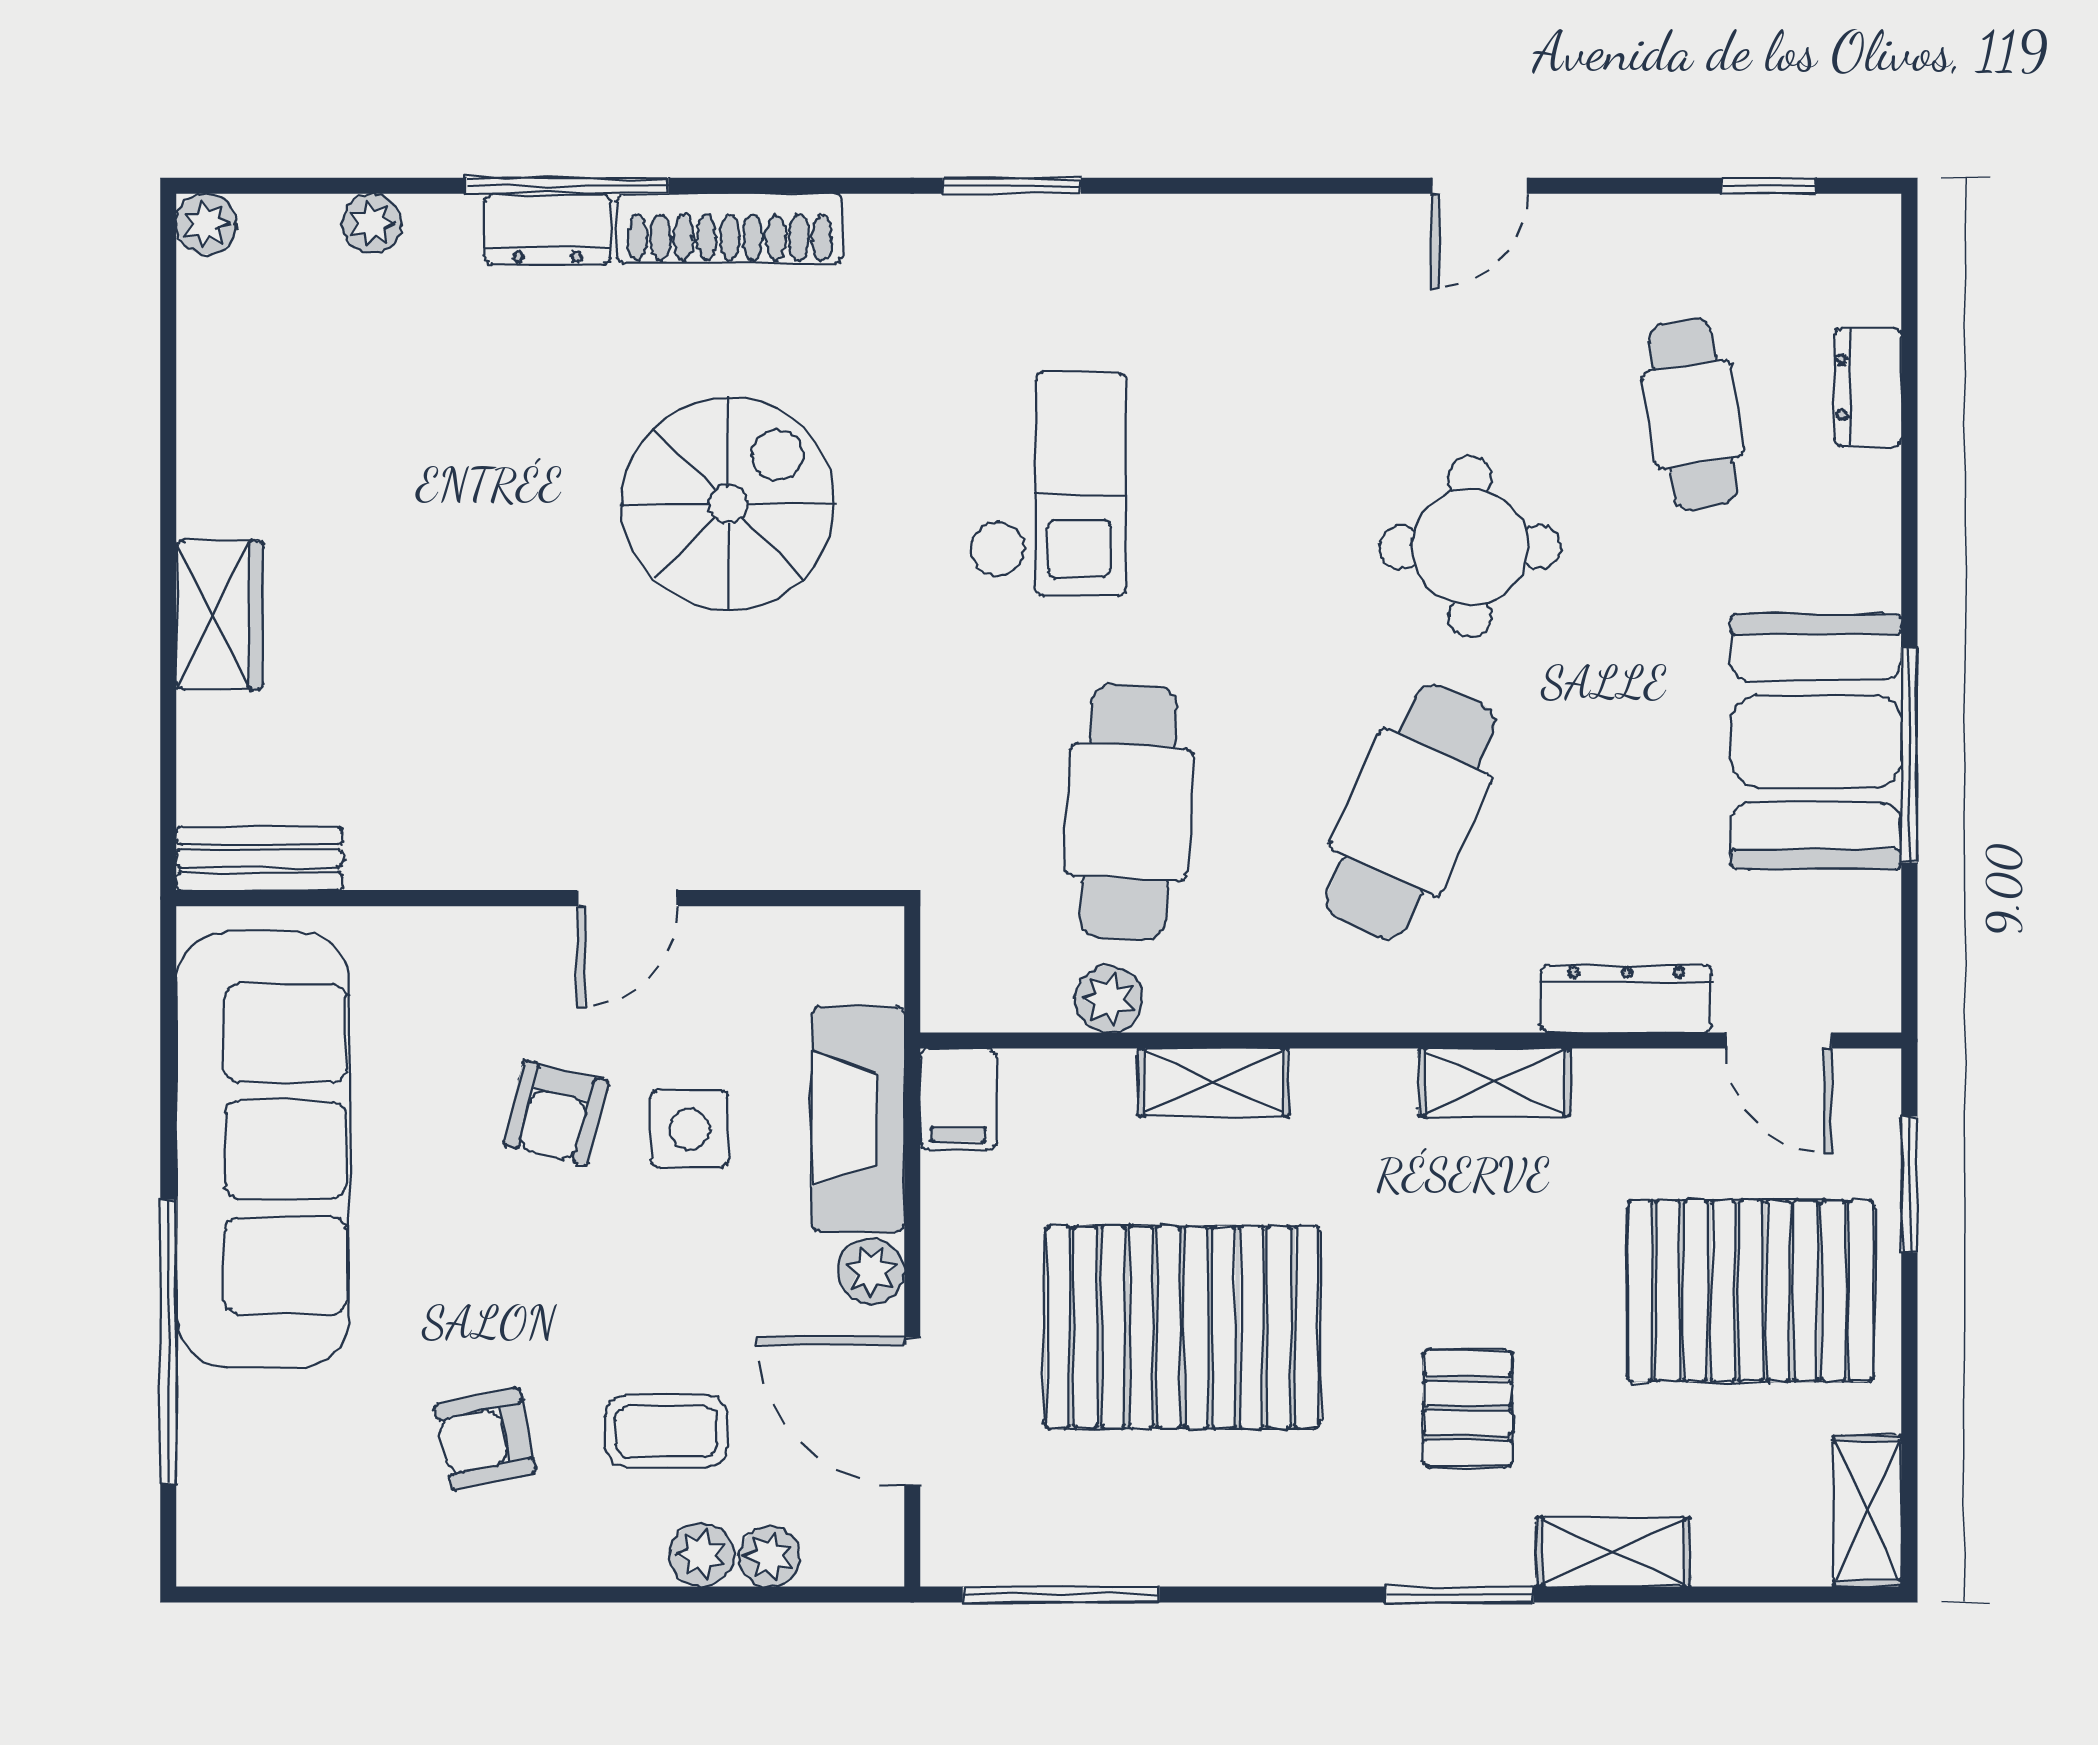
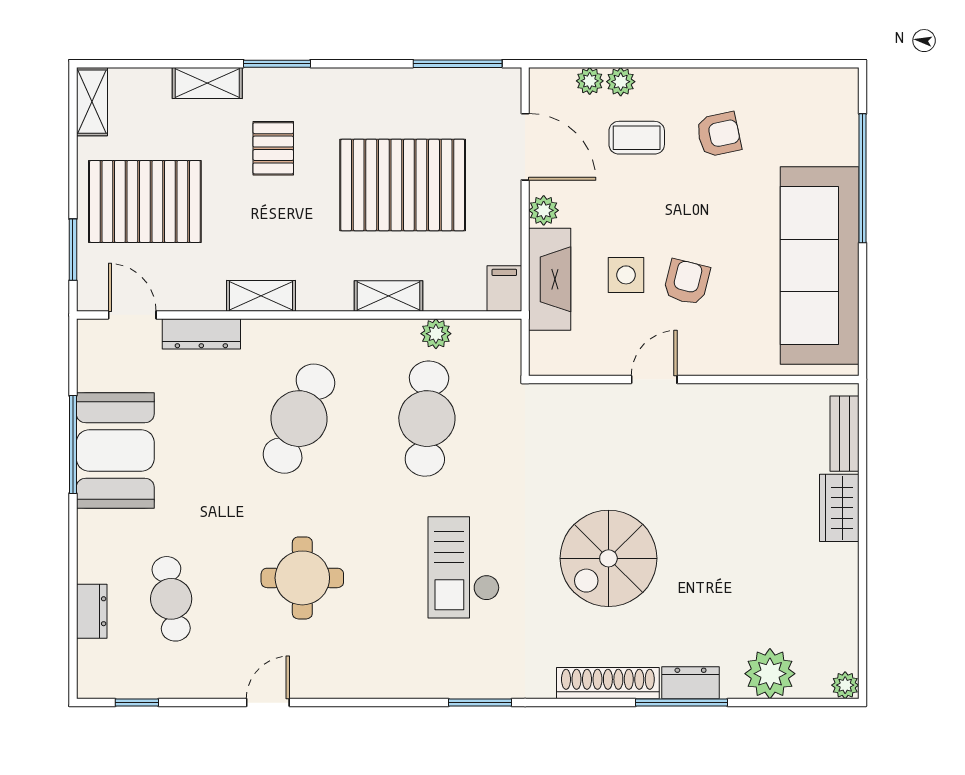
plant: (372, 223) -> (770, 674), width x1.88, depth x1.88
round table: (1470, 547) -> (302, 578), moved
bench: (260, 858) -> (844, 434), moved, turned 90

